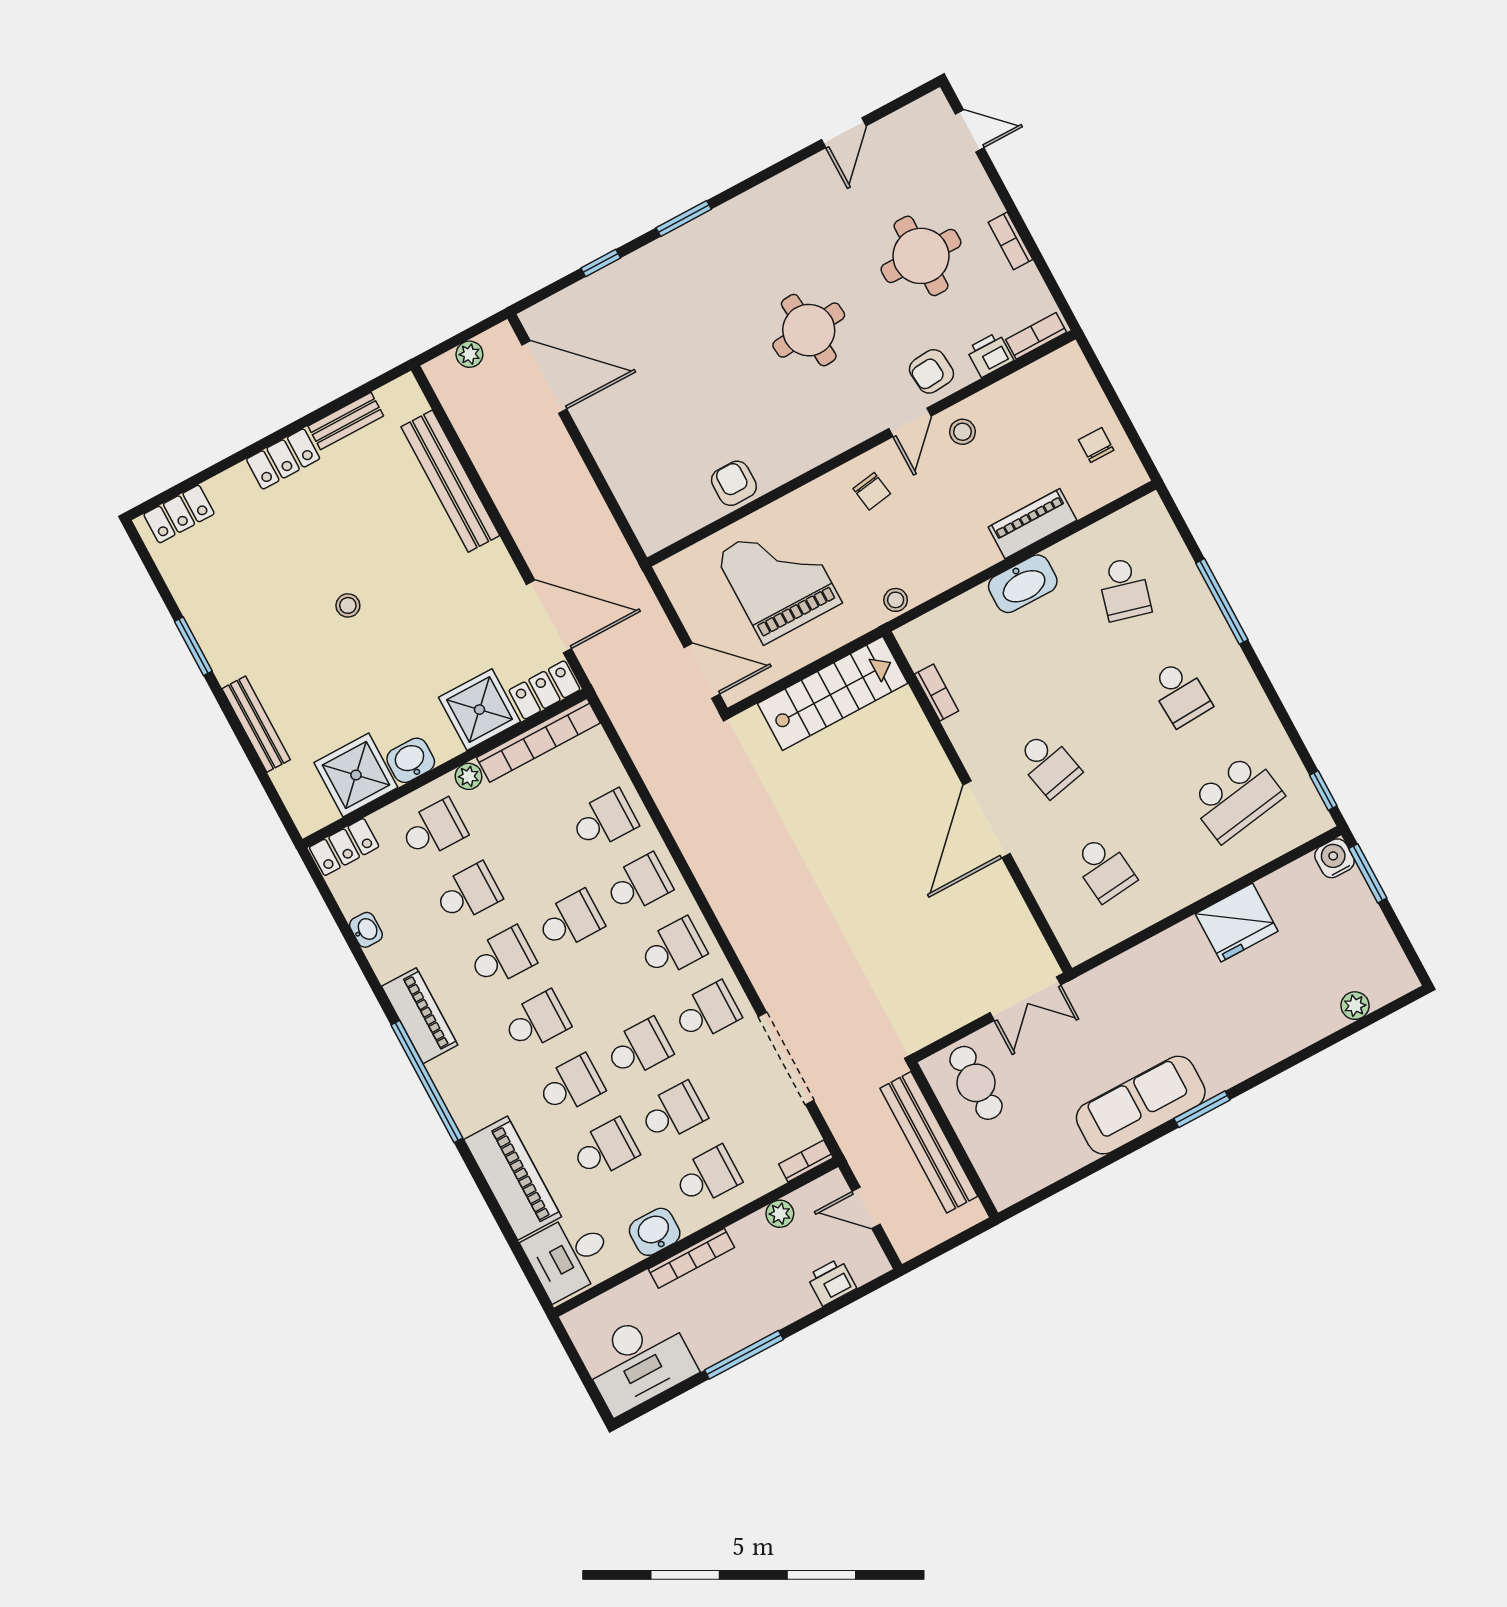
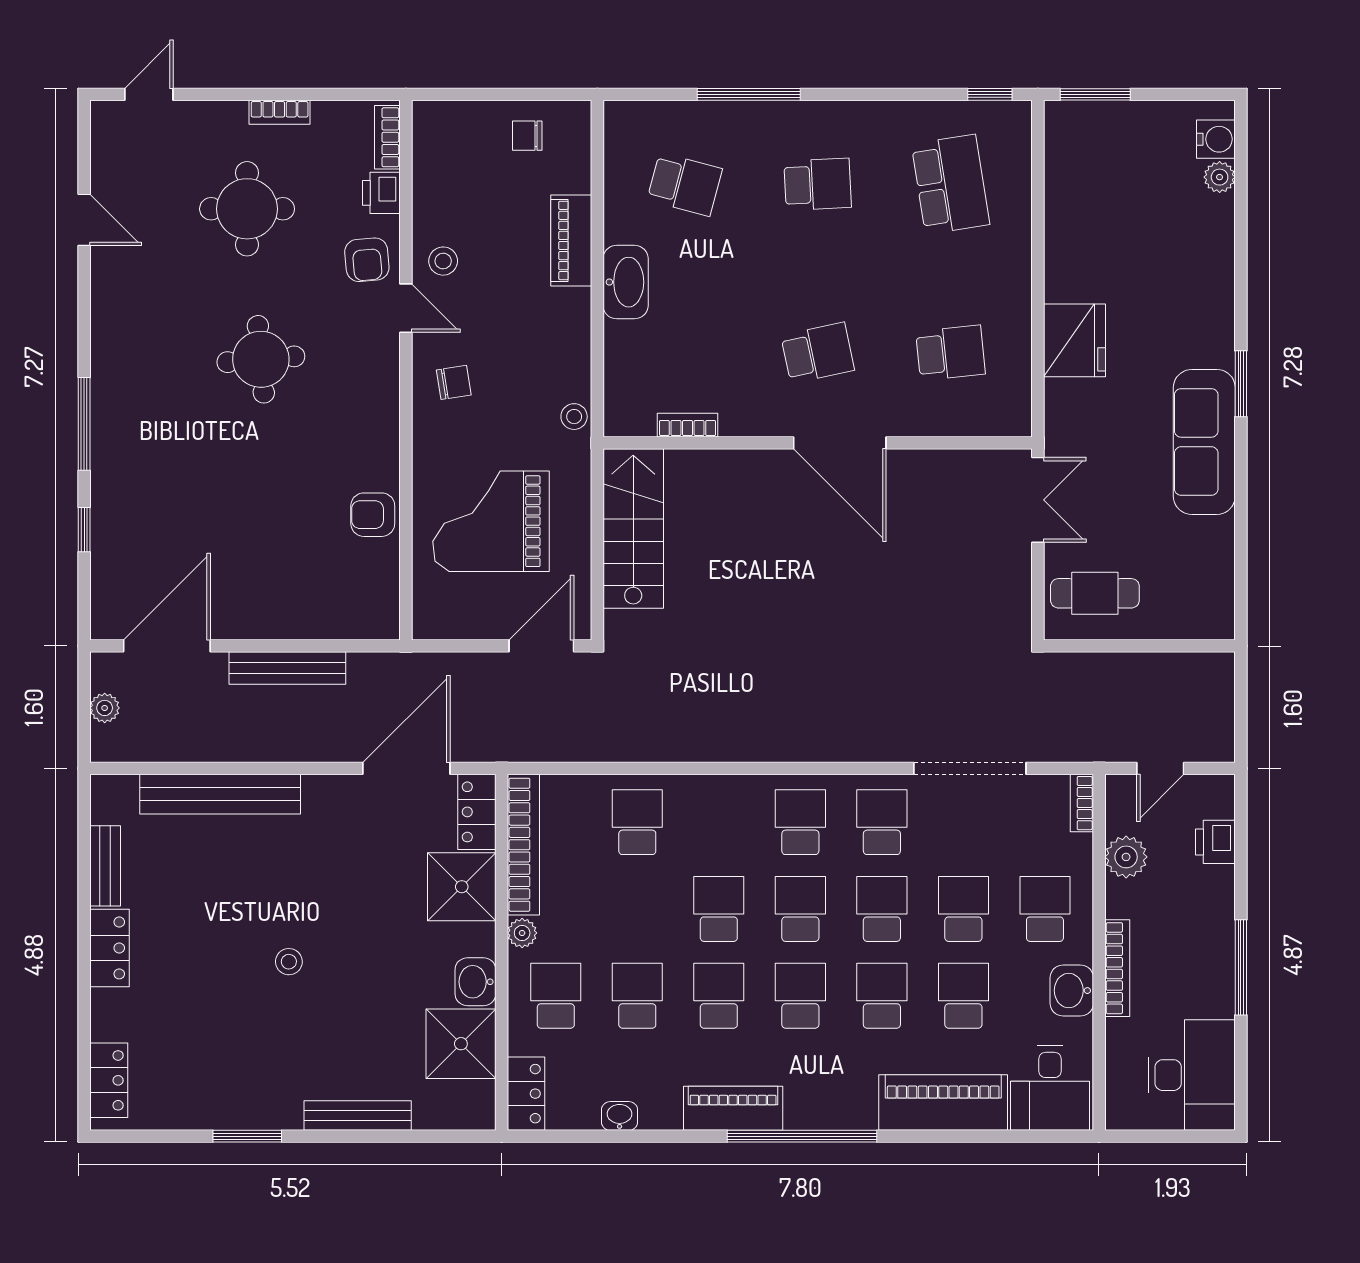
window: (684, 219) -> (84, 424), width x1.44
water cooler: (1334, 858) -> (1216, 139), moved, turned 180
school desk: (638, 884) -> (800, 909), moved
fridge: (1237, 923) -> (1074, 340), moved
bench: (929, 1142) -> (287, 668), moved, width x0.73, depth x0.82
plant: (780, 1214) -> (1126, 857), width x1.38, depth x1.38

